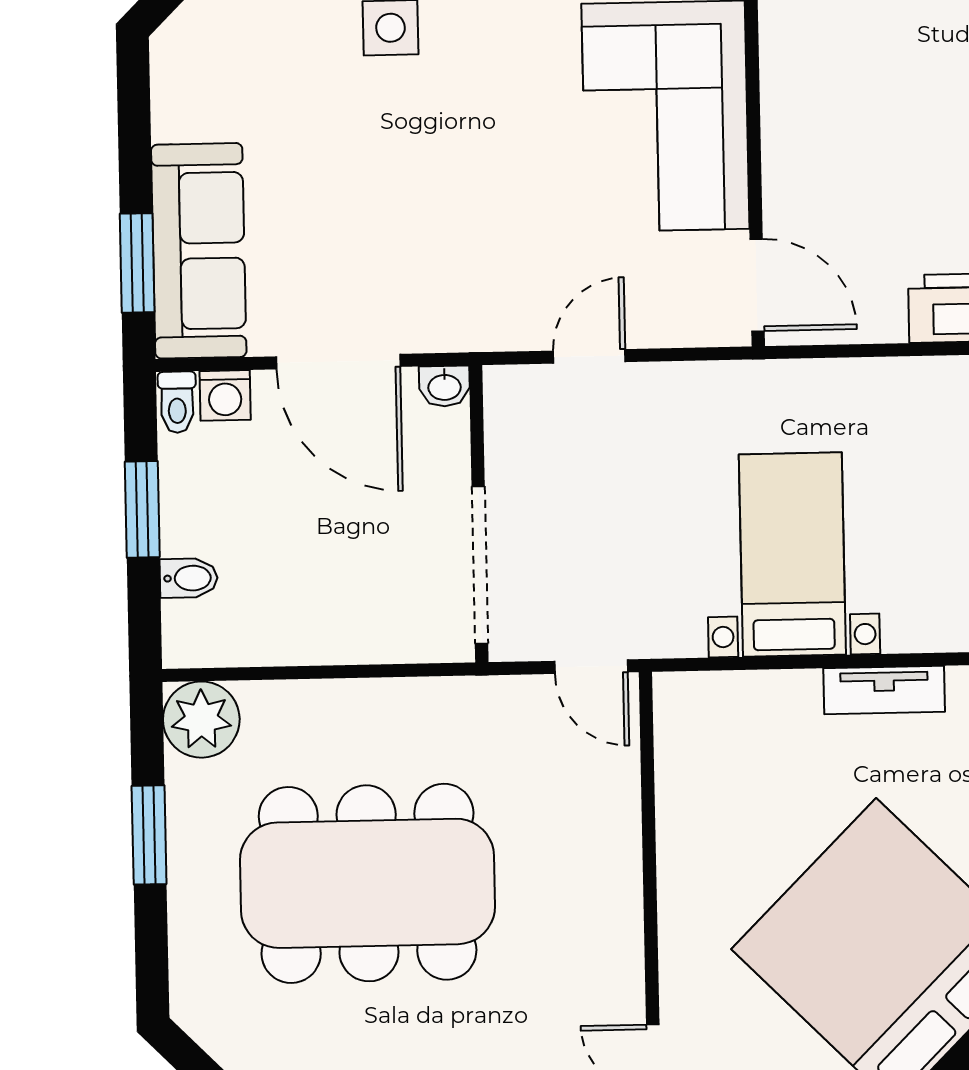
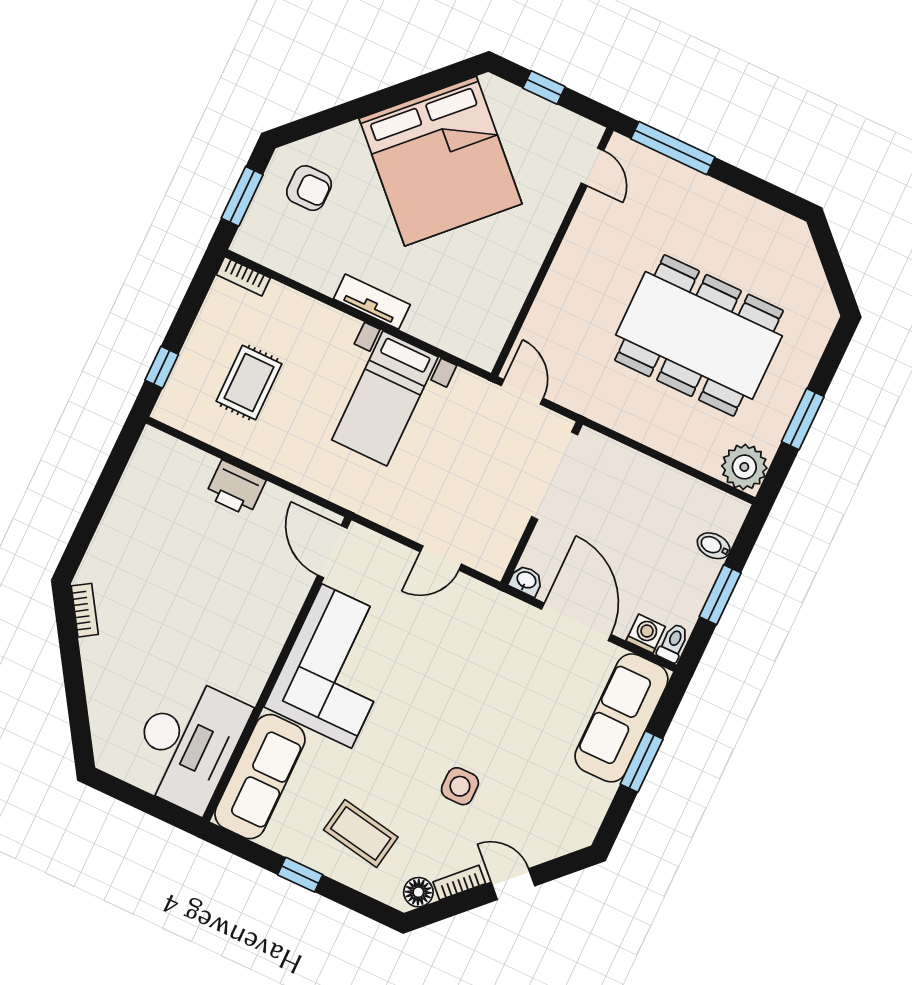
window: (137, 263) -> (642, 762), moved

